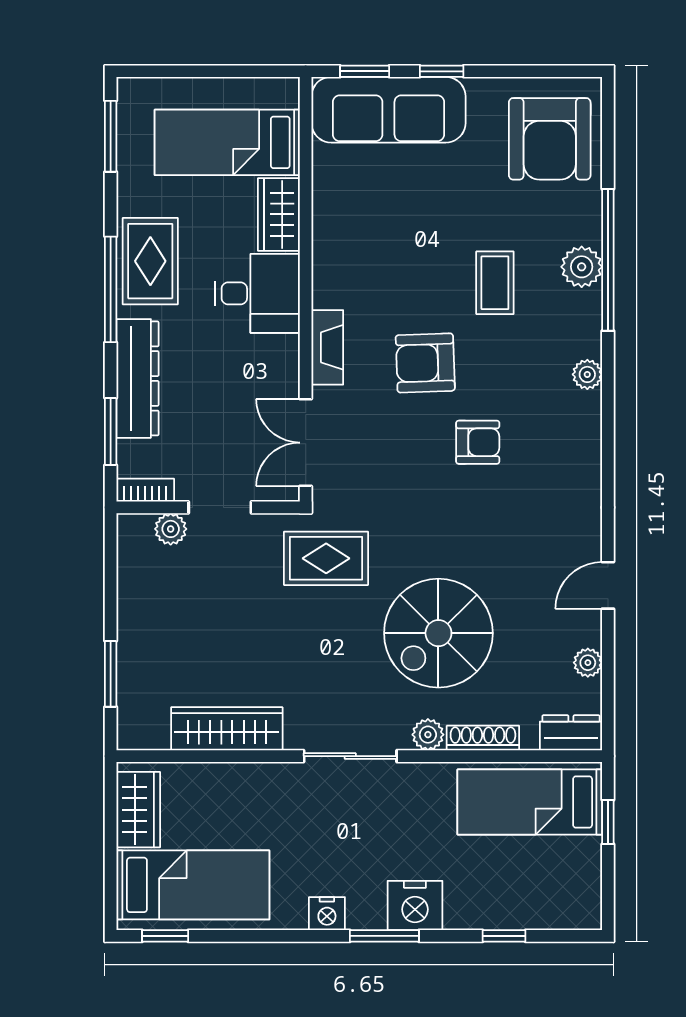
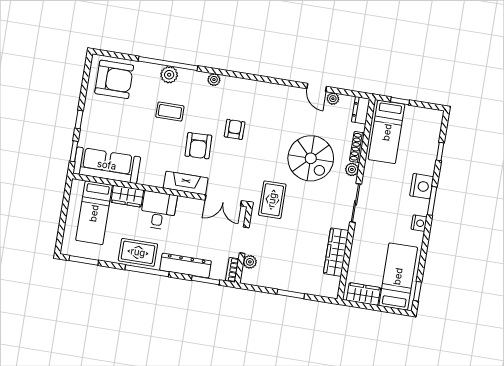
sofa: (388, 110) -> (107, 165), moved, turned -90
fireplace: (327, 347) -> (186, 183), width x1.37, depth x1.32
door: (608, 585) -> (317, 88), moved
window: (111, 674) -> (291, 294), moved

